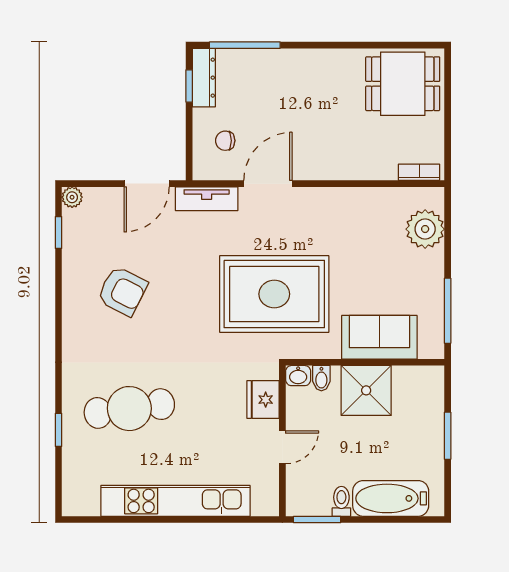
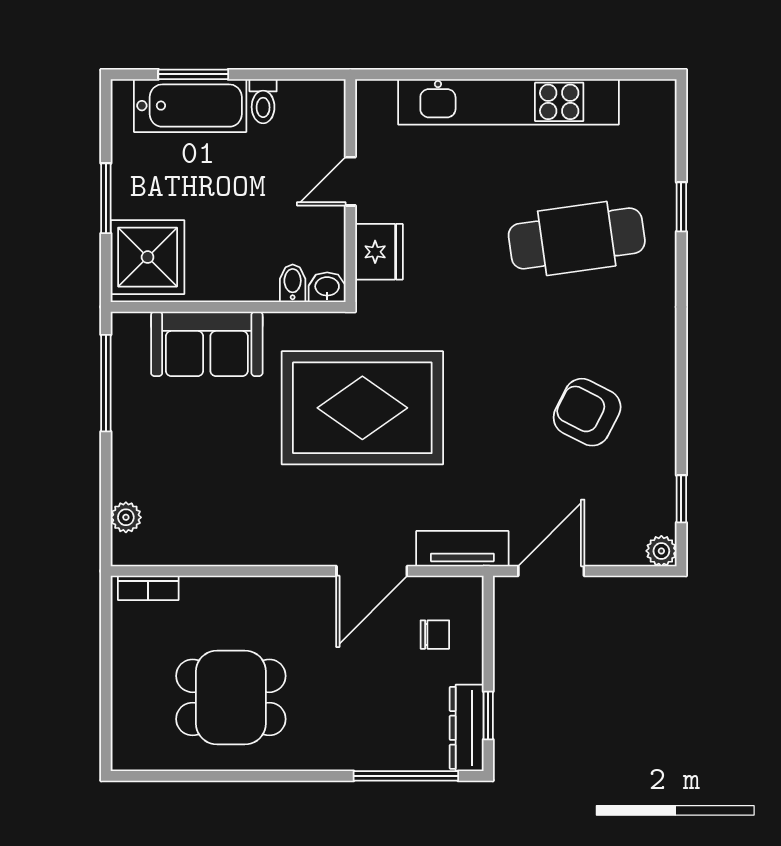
dining table: (403, 84) -> (231, 697), moved
plant: (425, 229) -> (126, 517), width x0.53, depth x0.53
shower: (366, 390) -> (148, 257), moved
window: (317, 520) -> (193, 74), moved

